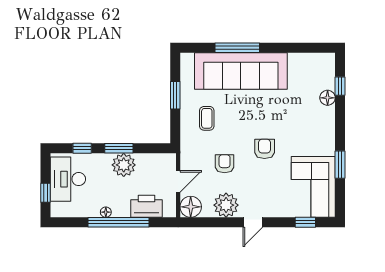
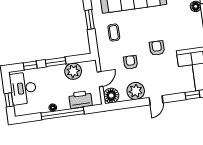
plant: (124, 165) -> (73, 71), moved

